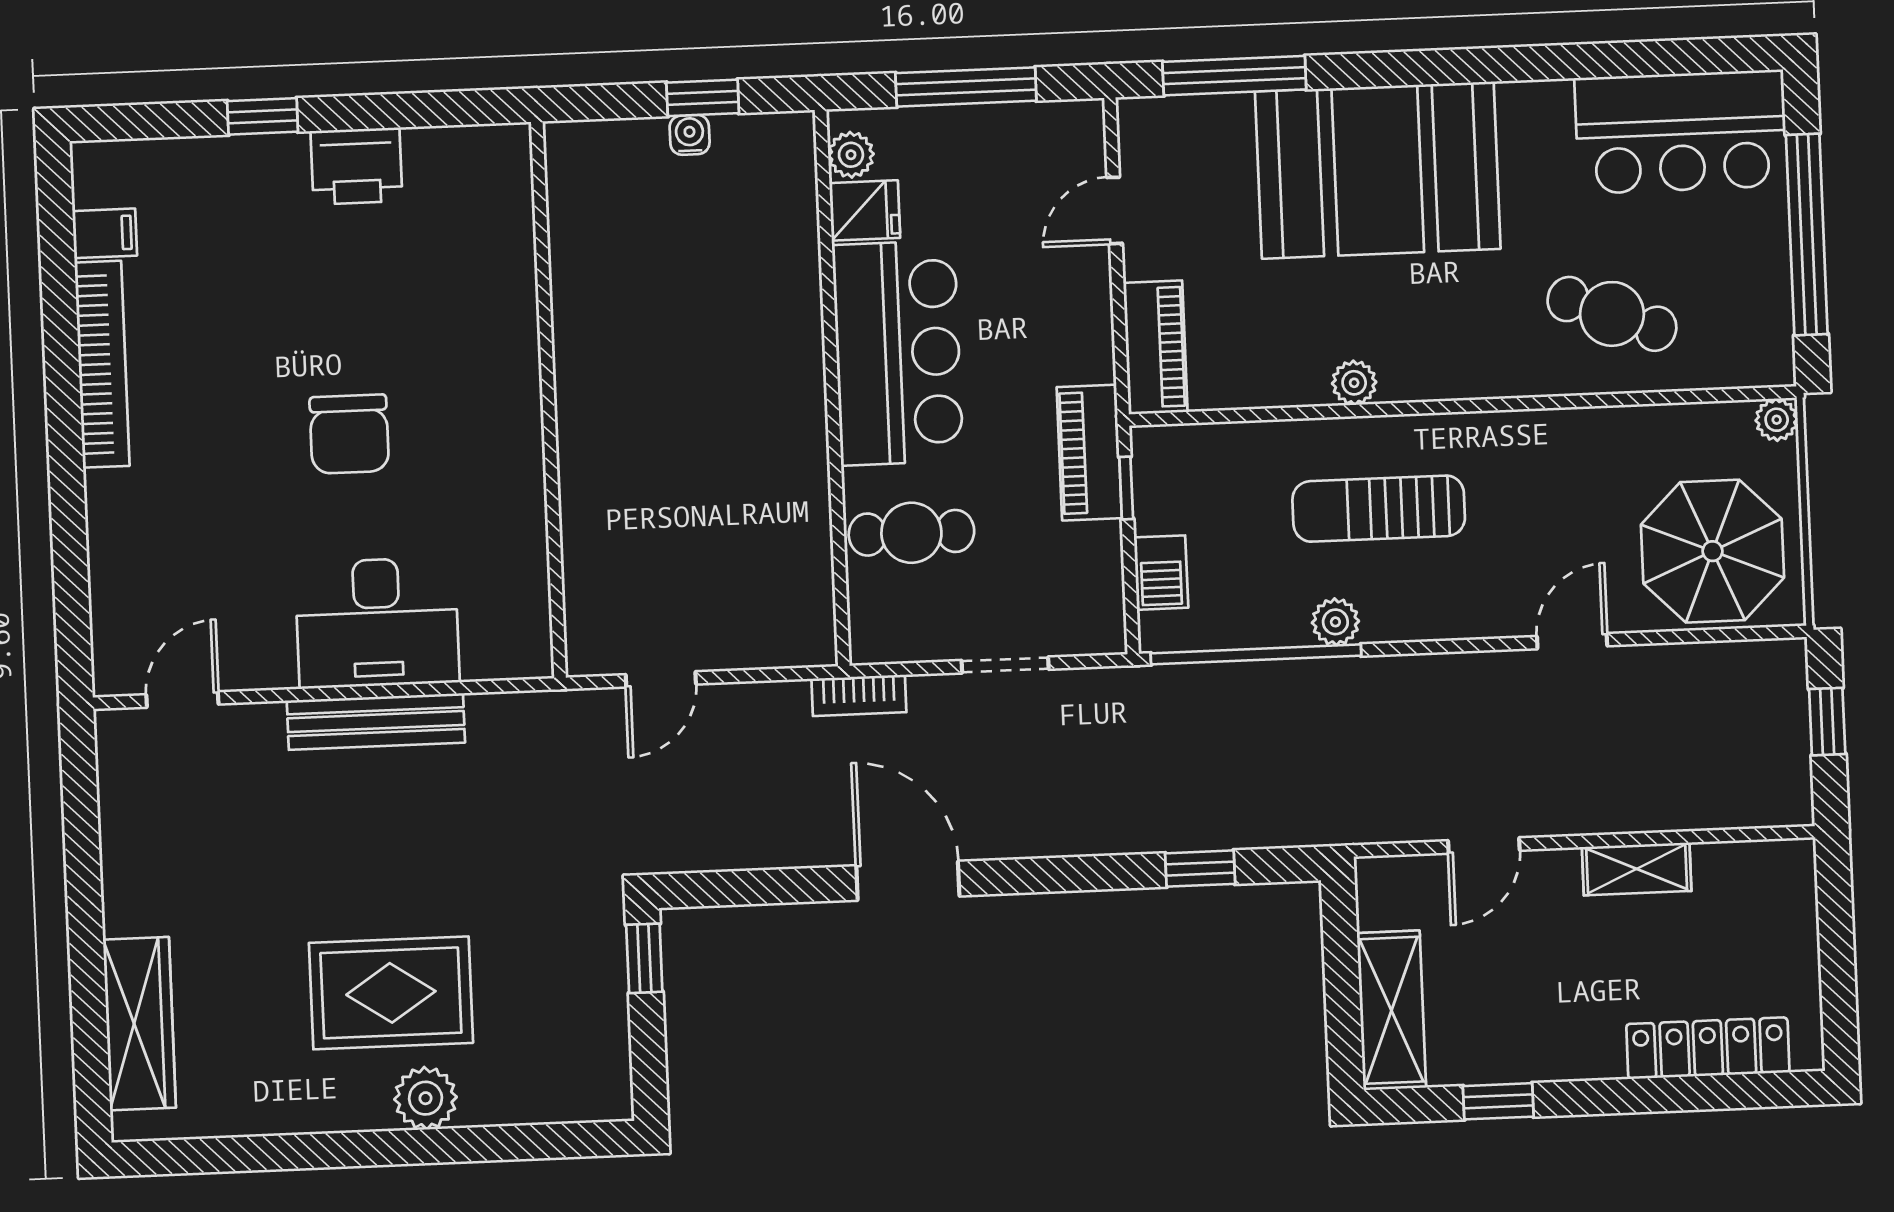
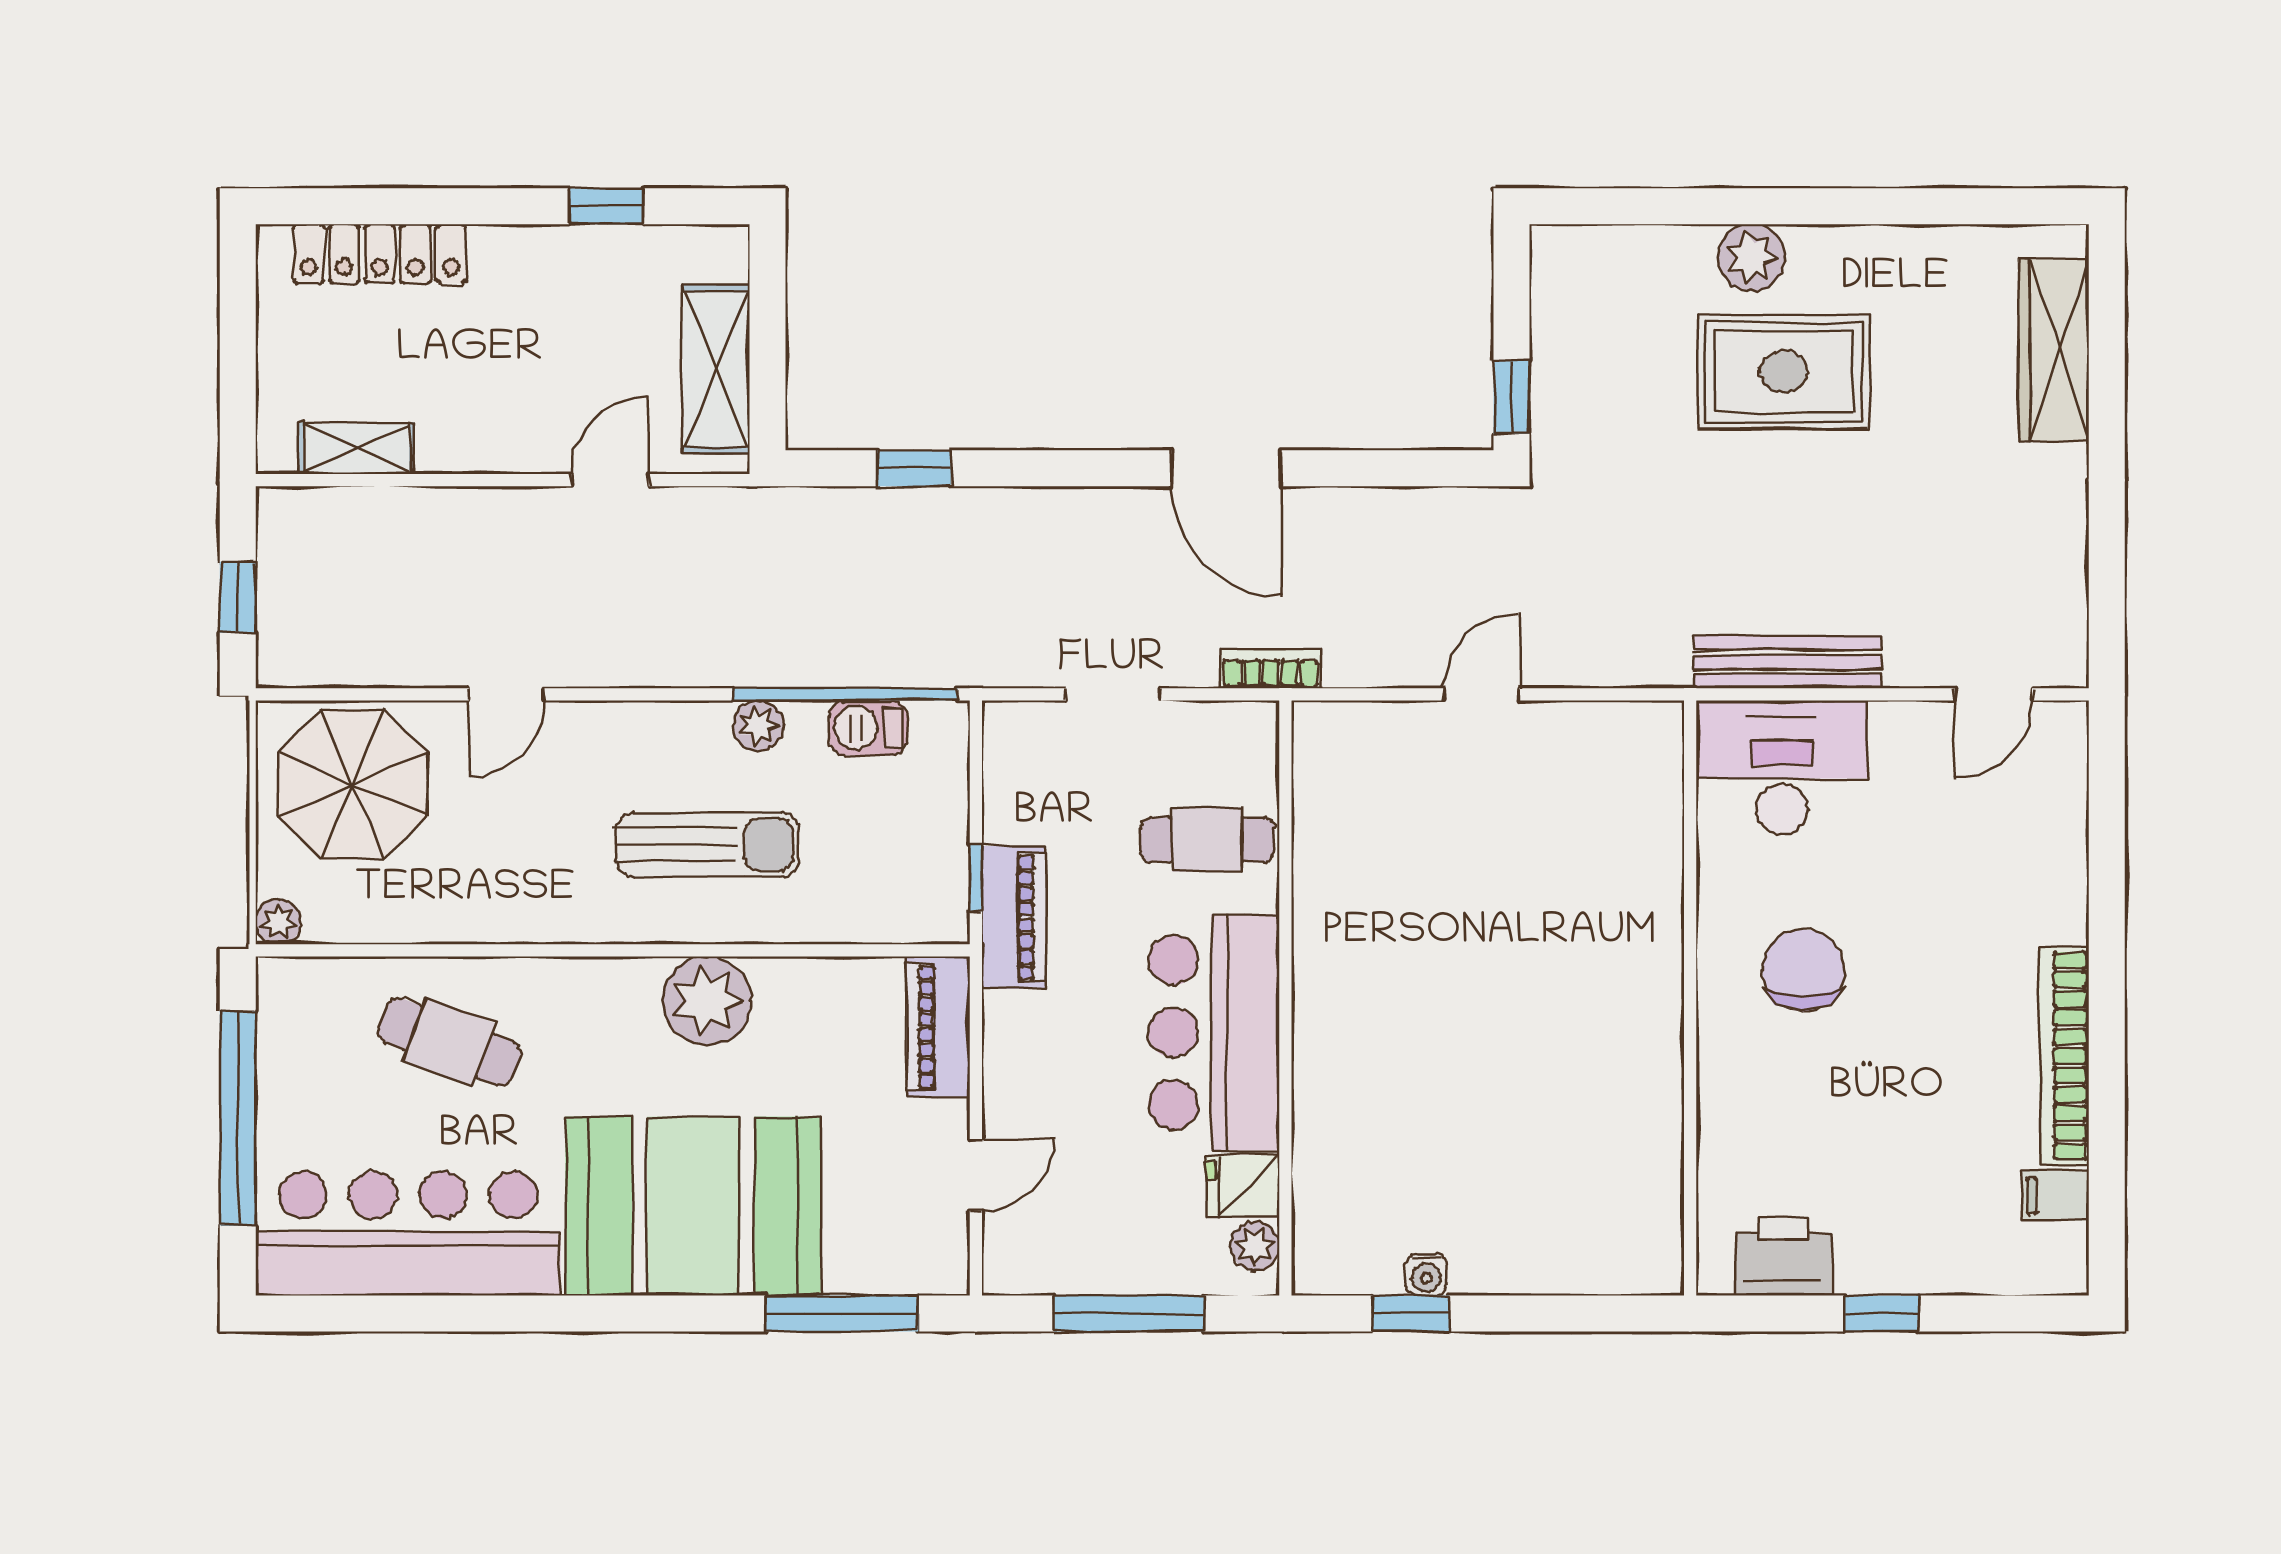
bar counter: (1681, 132) -> (408, 1233), width x1.36
plant: (1354, 383) -> (707, 1001), width x1.88, depth x1.88
wall: (548, 400) -> (1690, 998), moved
barbecue: (1161, 573) -> (868, 728), moved, turned -90
shelving: (1637, 869) -> (356, 448), moved
shelving: (1391, 1010) -> (716, 370), moved

